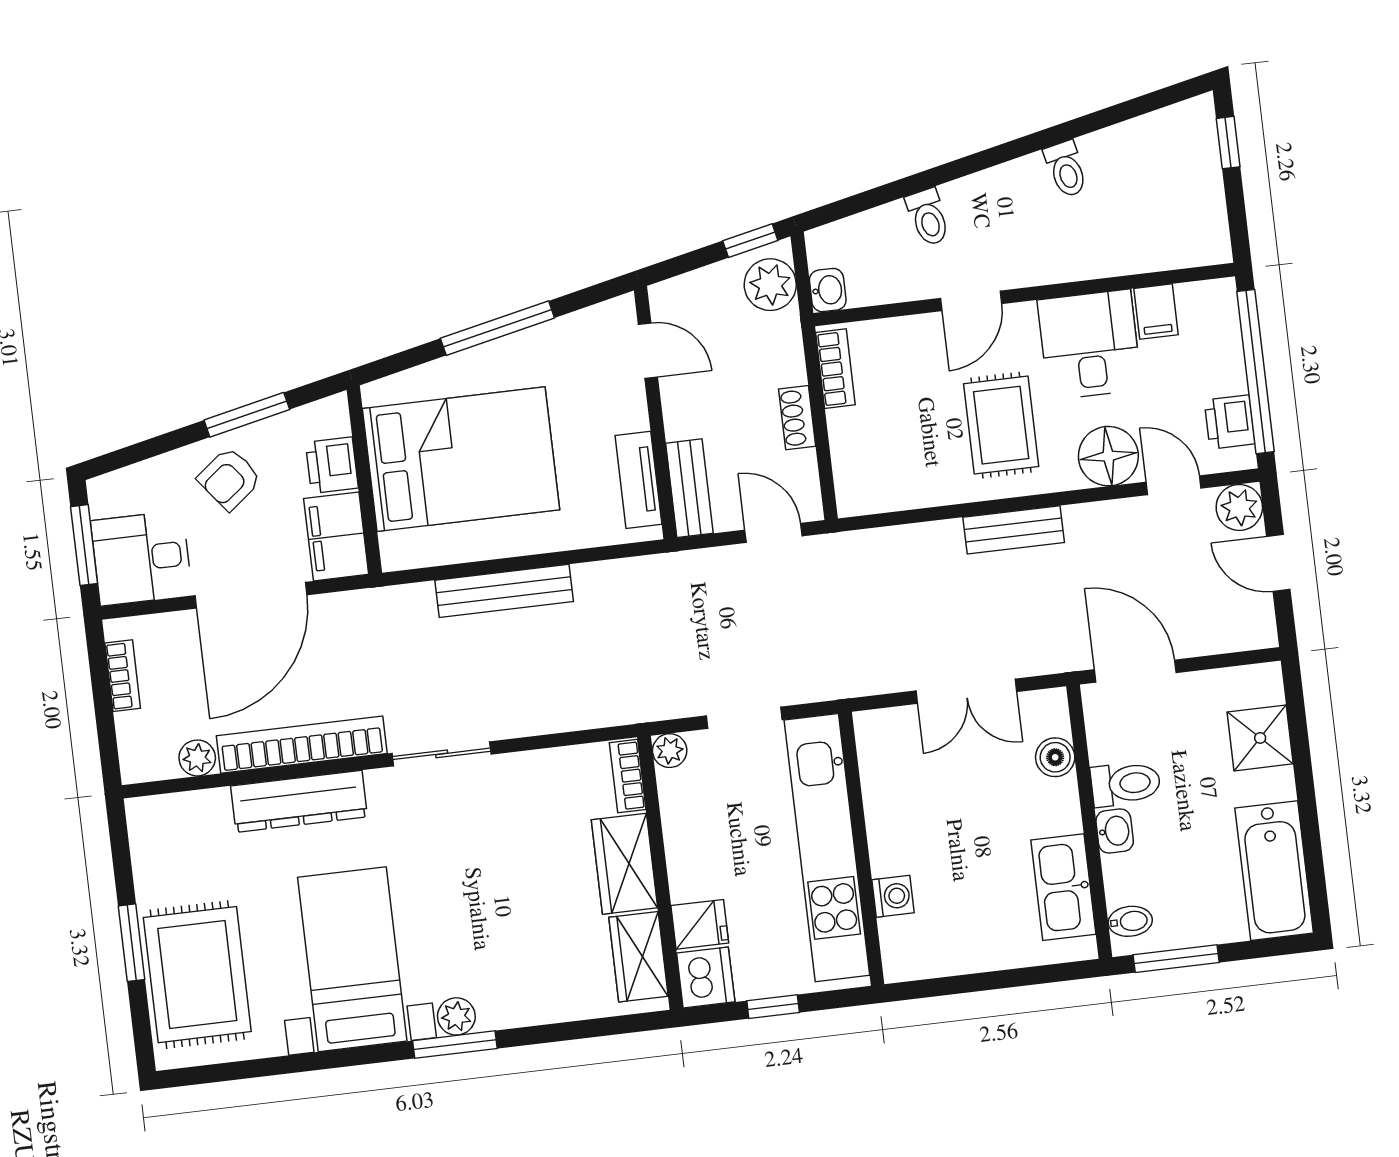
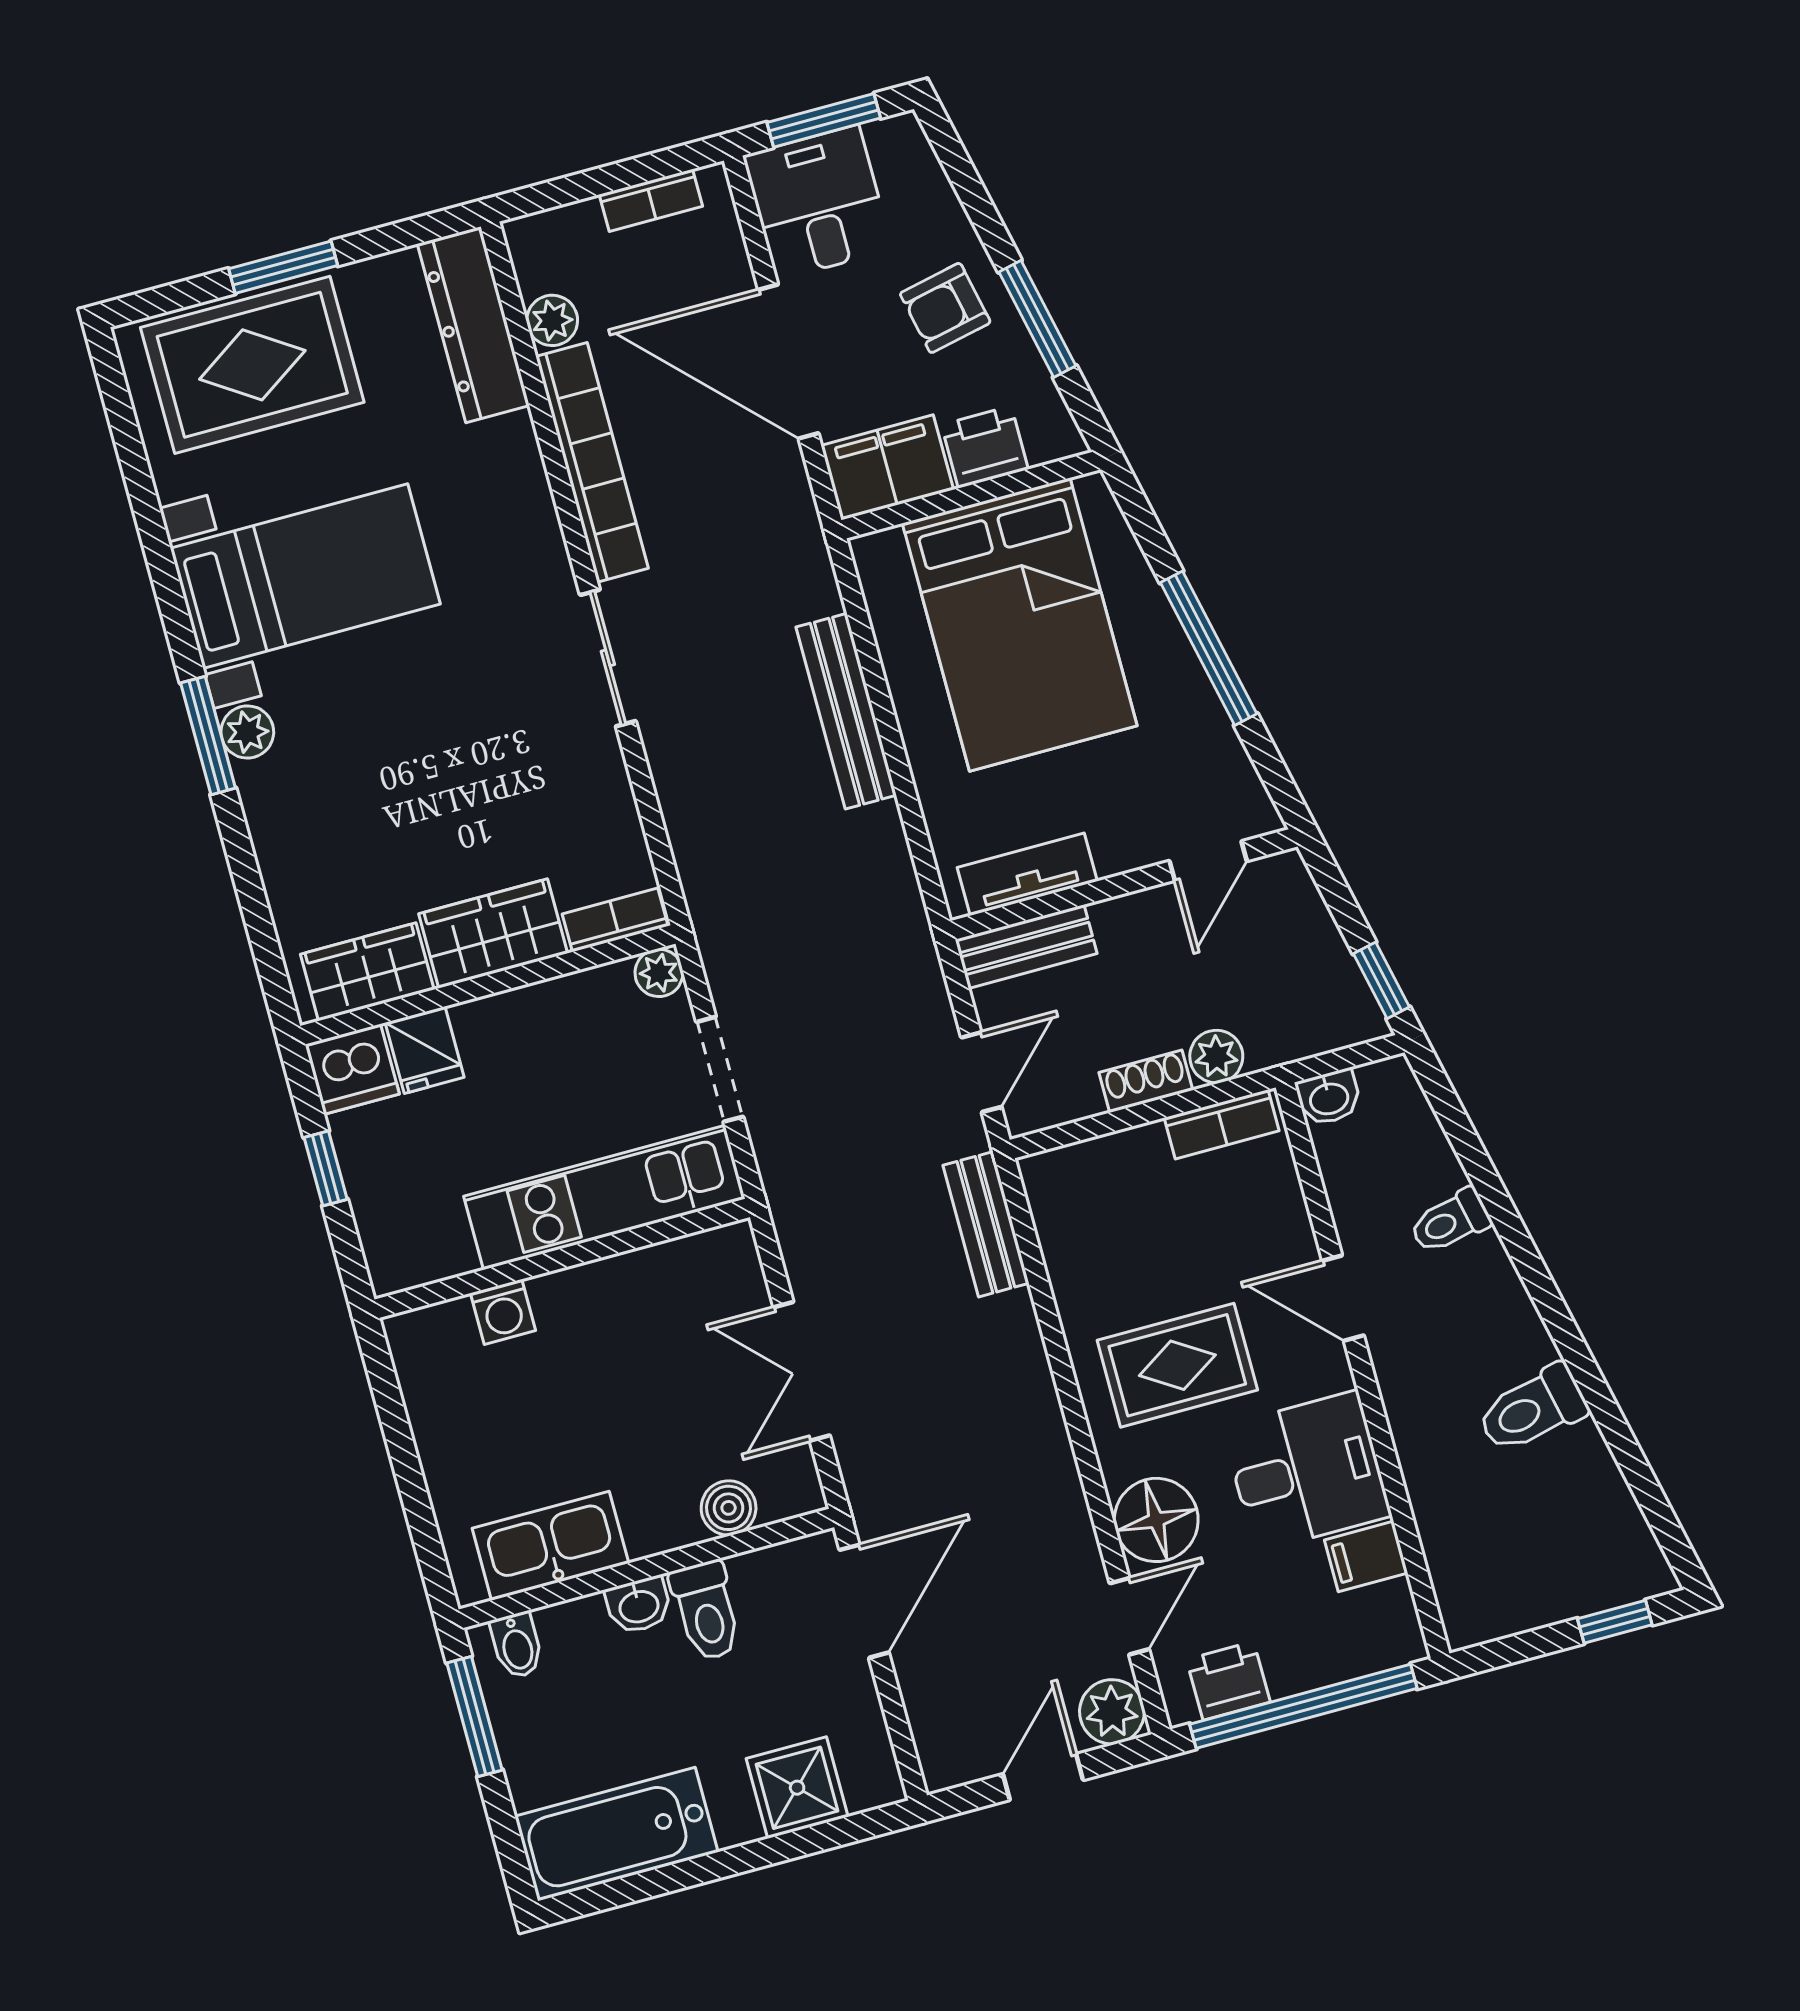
toilet: (1066, 169) -> (1532, 1409), width x1.37, depth x1.39
plant: (770, 285) -> (1216, 1057), moved, width x0.73, depth x0.73
armchair: (229, 479) -> (945, 308), turned -64
bench: (1014, 530) -> (986, 1224), moved
dresser: (299, 801) -> (473, 325), moved
kitchen unit: (827, 848) -> (604, 1198), width x0.73

